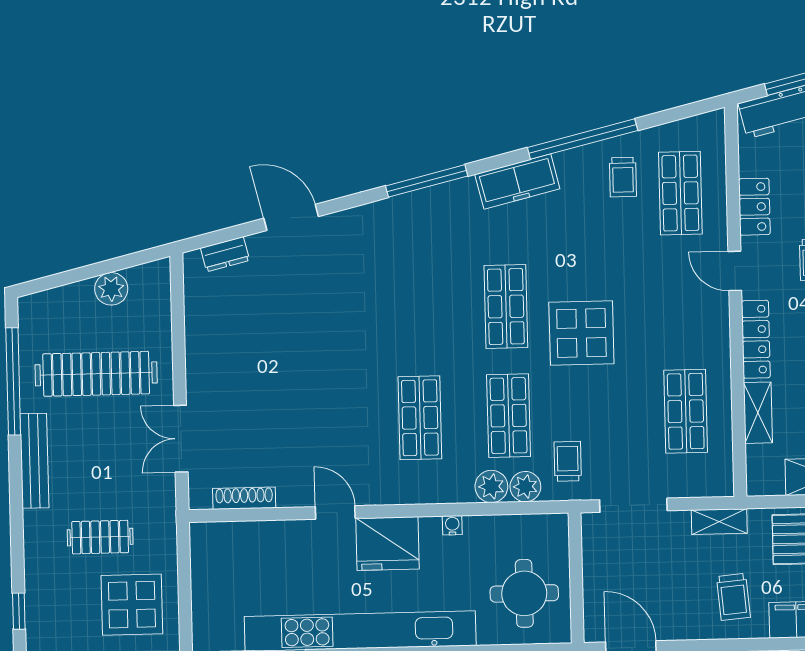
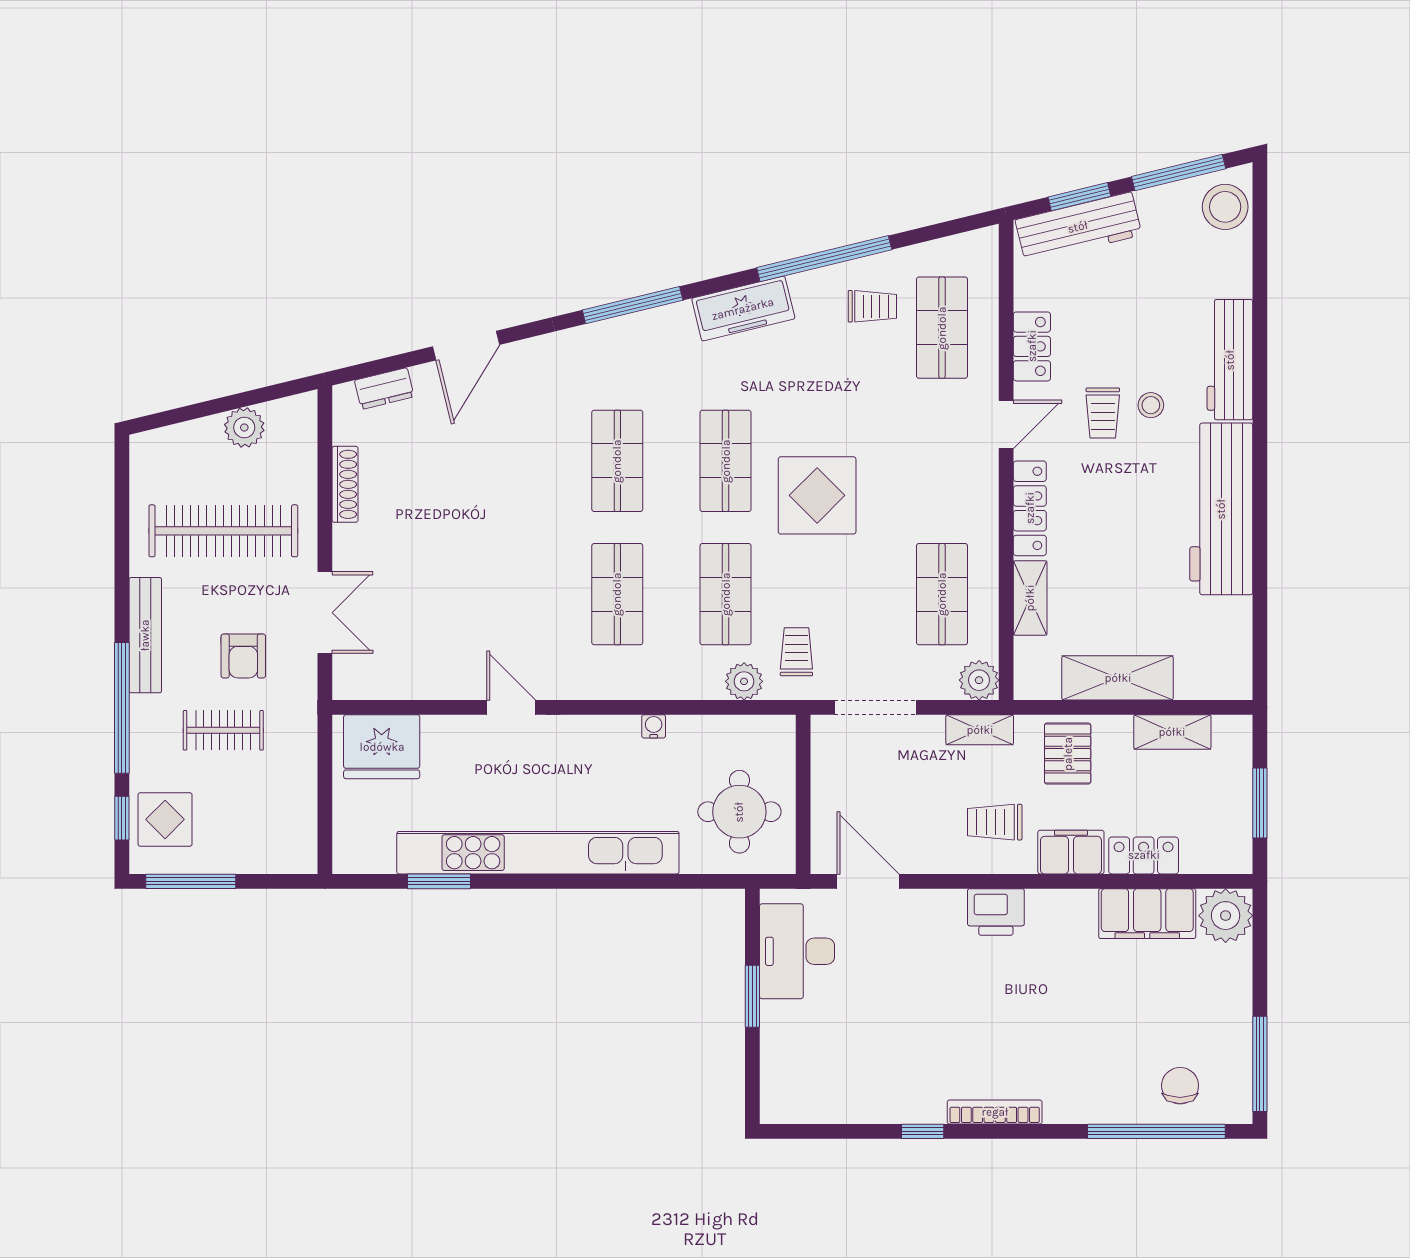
trolley: (623, 177) -> (872, 306), turned -90
door: (291, 217) -> (466, 346), swing flipped
door: (735, 271) -> (1006, 424), swing flipped
shop shelf: (417, 309) -> (617, 461), added
window: (13, 381) -> (122, 708), moved
double door: (181, 439) -> (325, 613), swing flipped
armchair: (115, 476) -> (243, 656), added
plant: (491, 486) -> (979, 680), moved
shoe rack: (244, 498) -> (345, 484), moved, turned 90
fridge: (387, 543) -> (382, 747), moved
trolley: (733, 597) -> (995, 822), turned 95
display table: (132, 605) -> (165, 819), moved, width x0.73, depth x0.73

